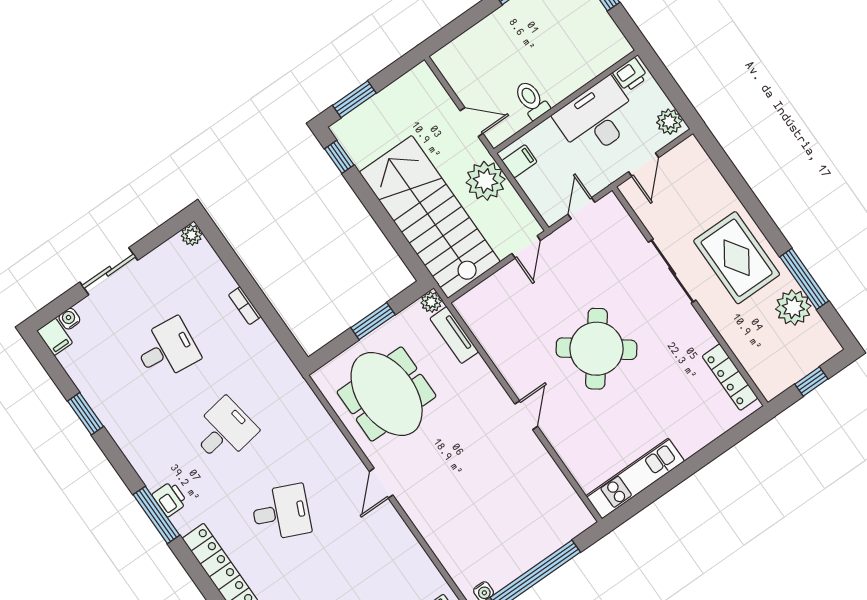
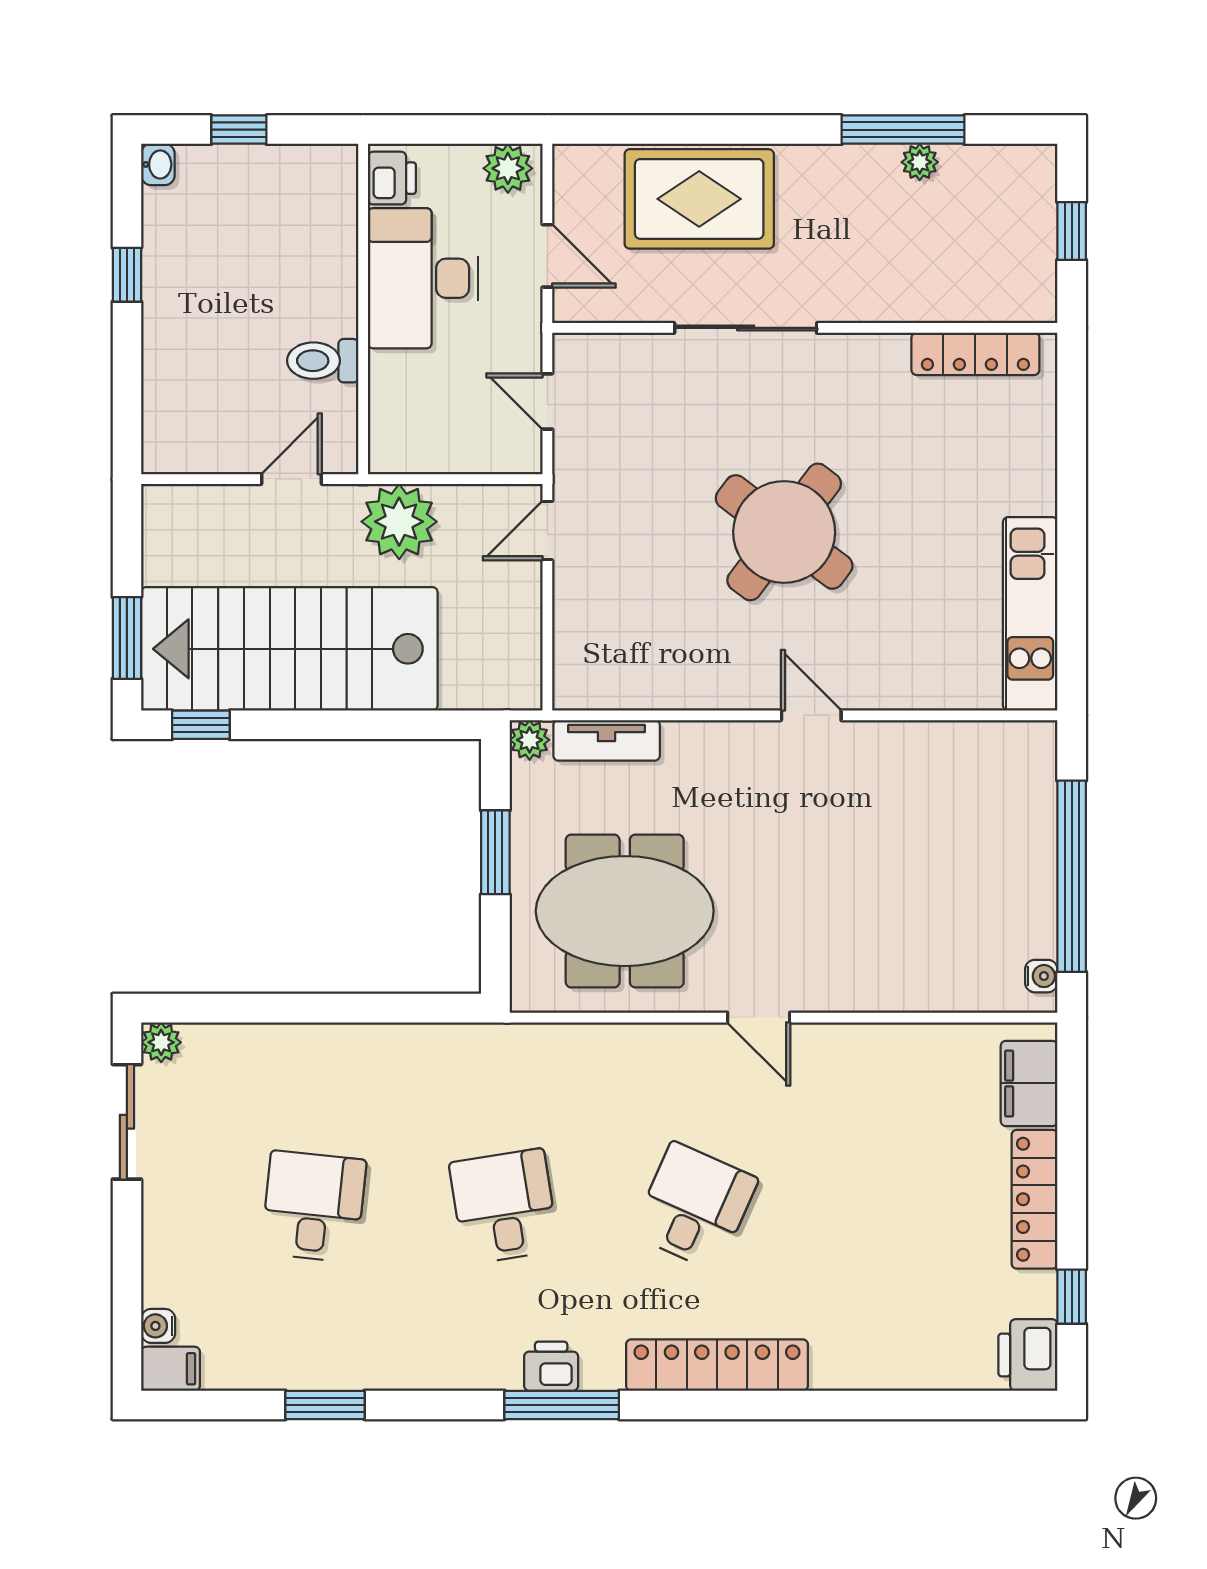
filing cabinet: (519, 161) -> (406, 447), removed
stairs: (430, 217) -> (289, 649), moved
door: (526, 247) -> (547, 531), swing flipped
rug: (737, 258) -> (699, 199), moved
sliding door: (109, 271) -> (127, 1122), moved
bookcase: (245, 306) -> (330, 1036), removed
plant: (793, 307) -> (920, 162), width x0.53, depth x0.53

